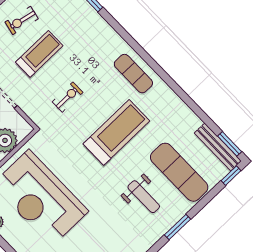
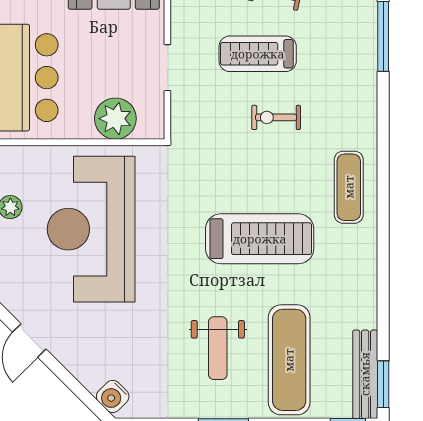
treadmill: (39, 54) -> (258, 54), turned 180
exercise bike: (68, 97) -> (276, 117), moved, turned 180

